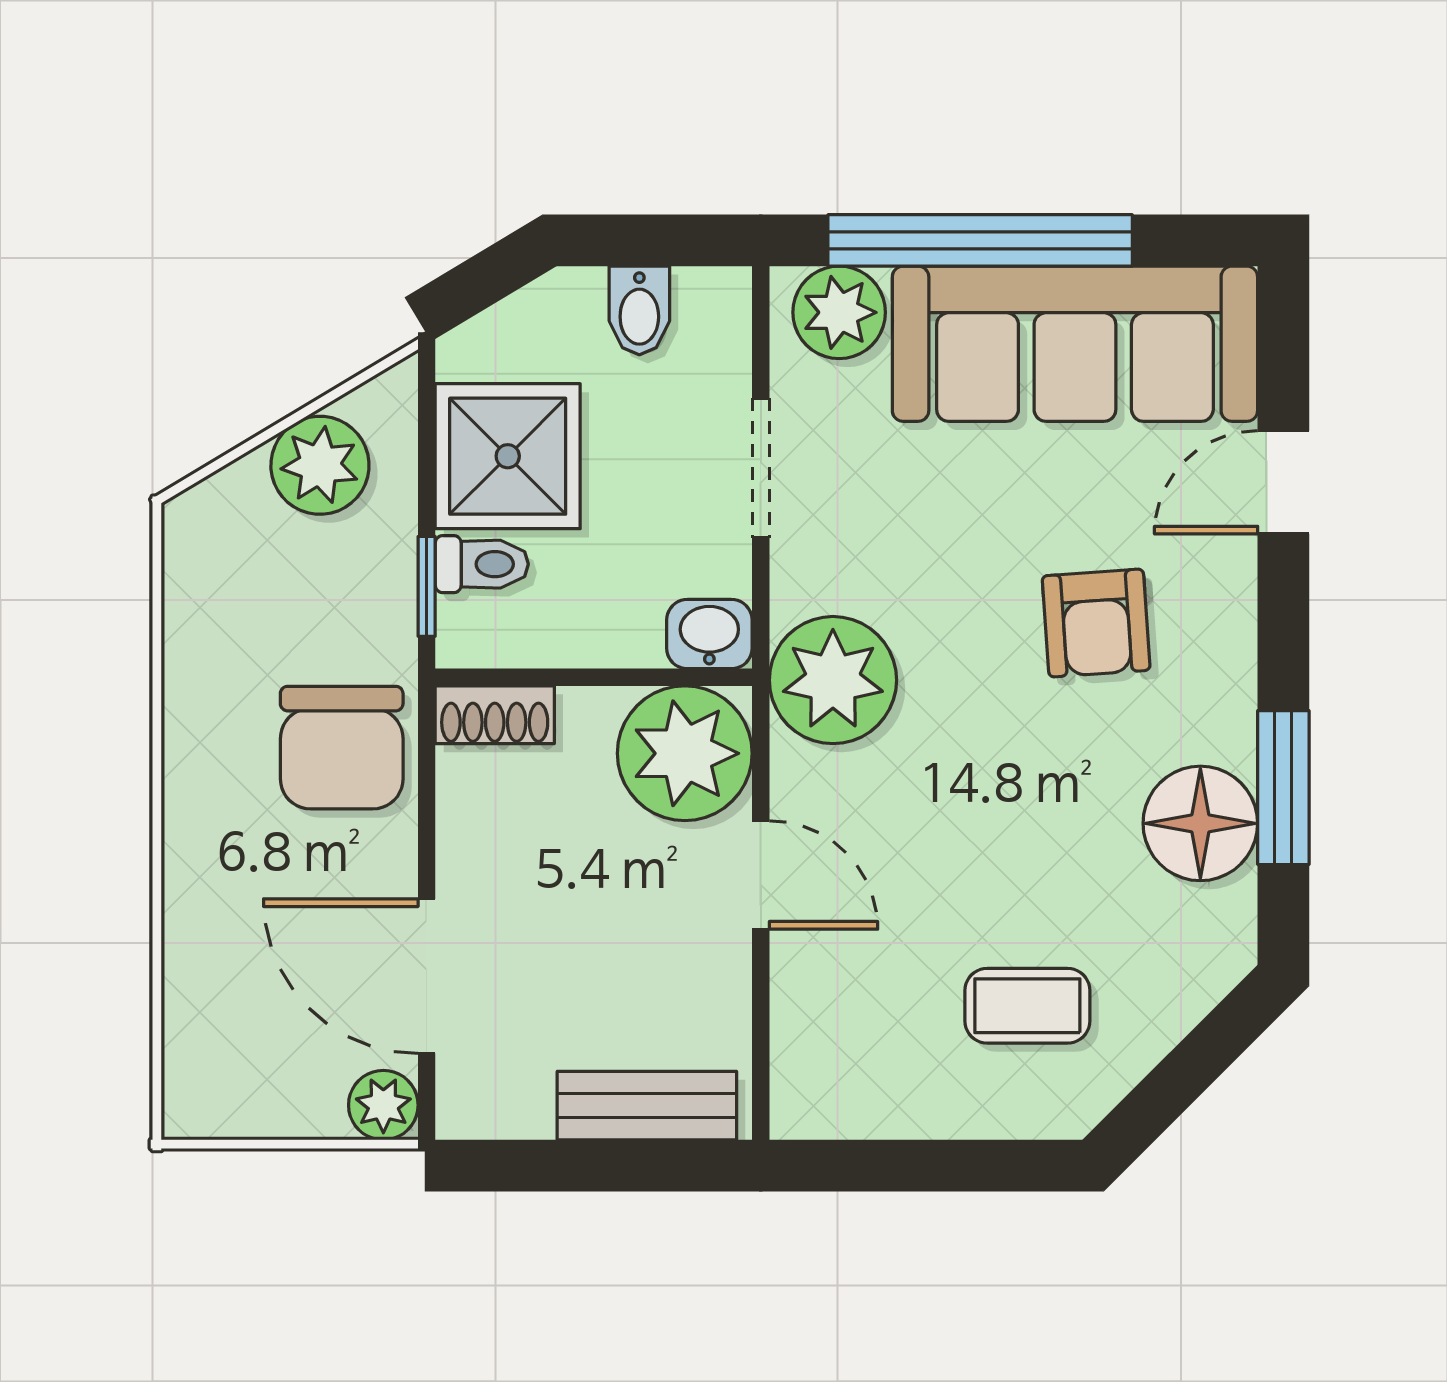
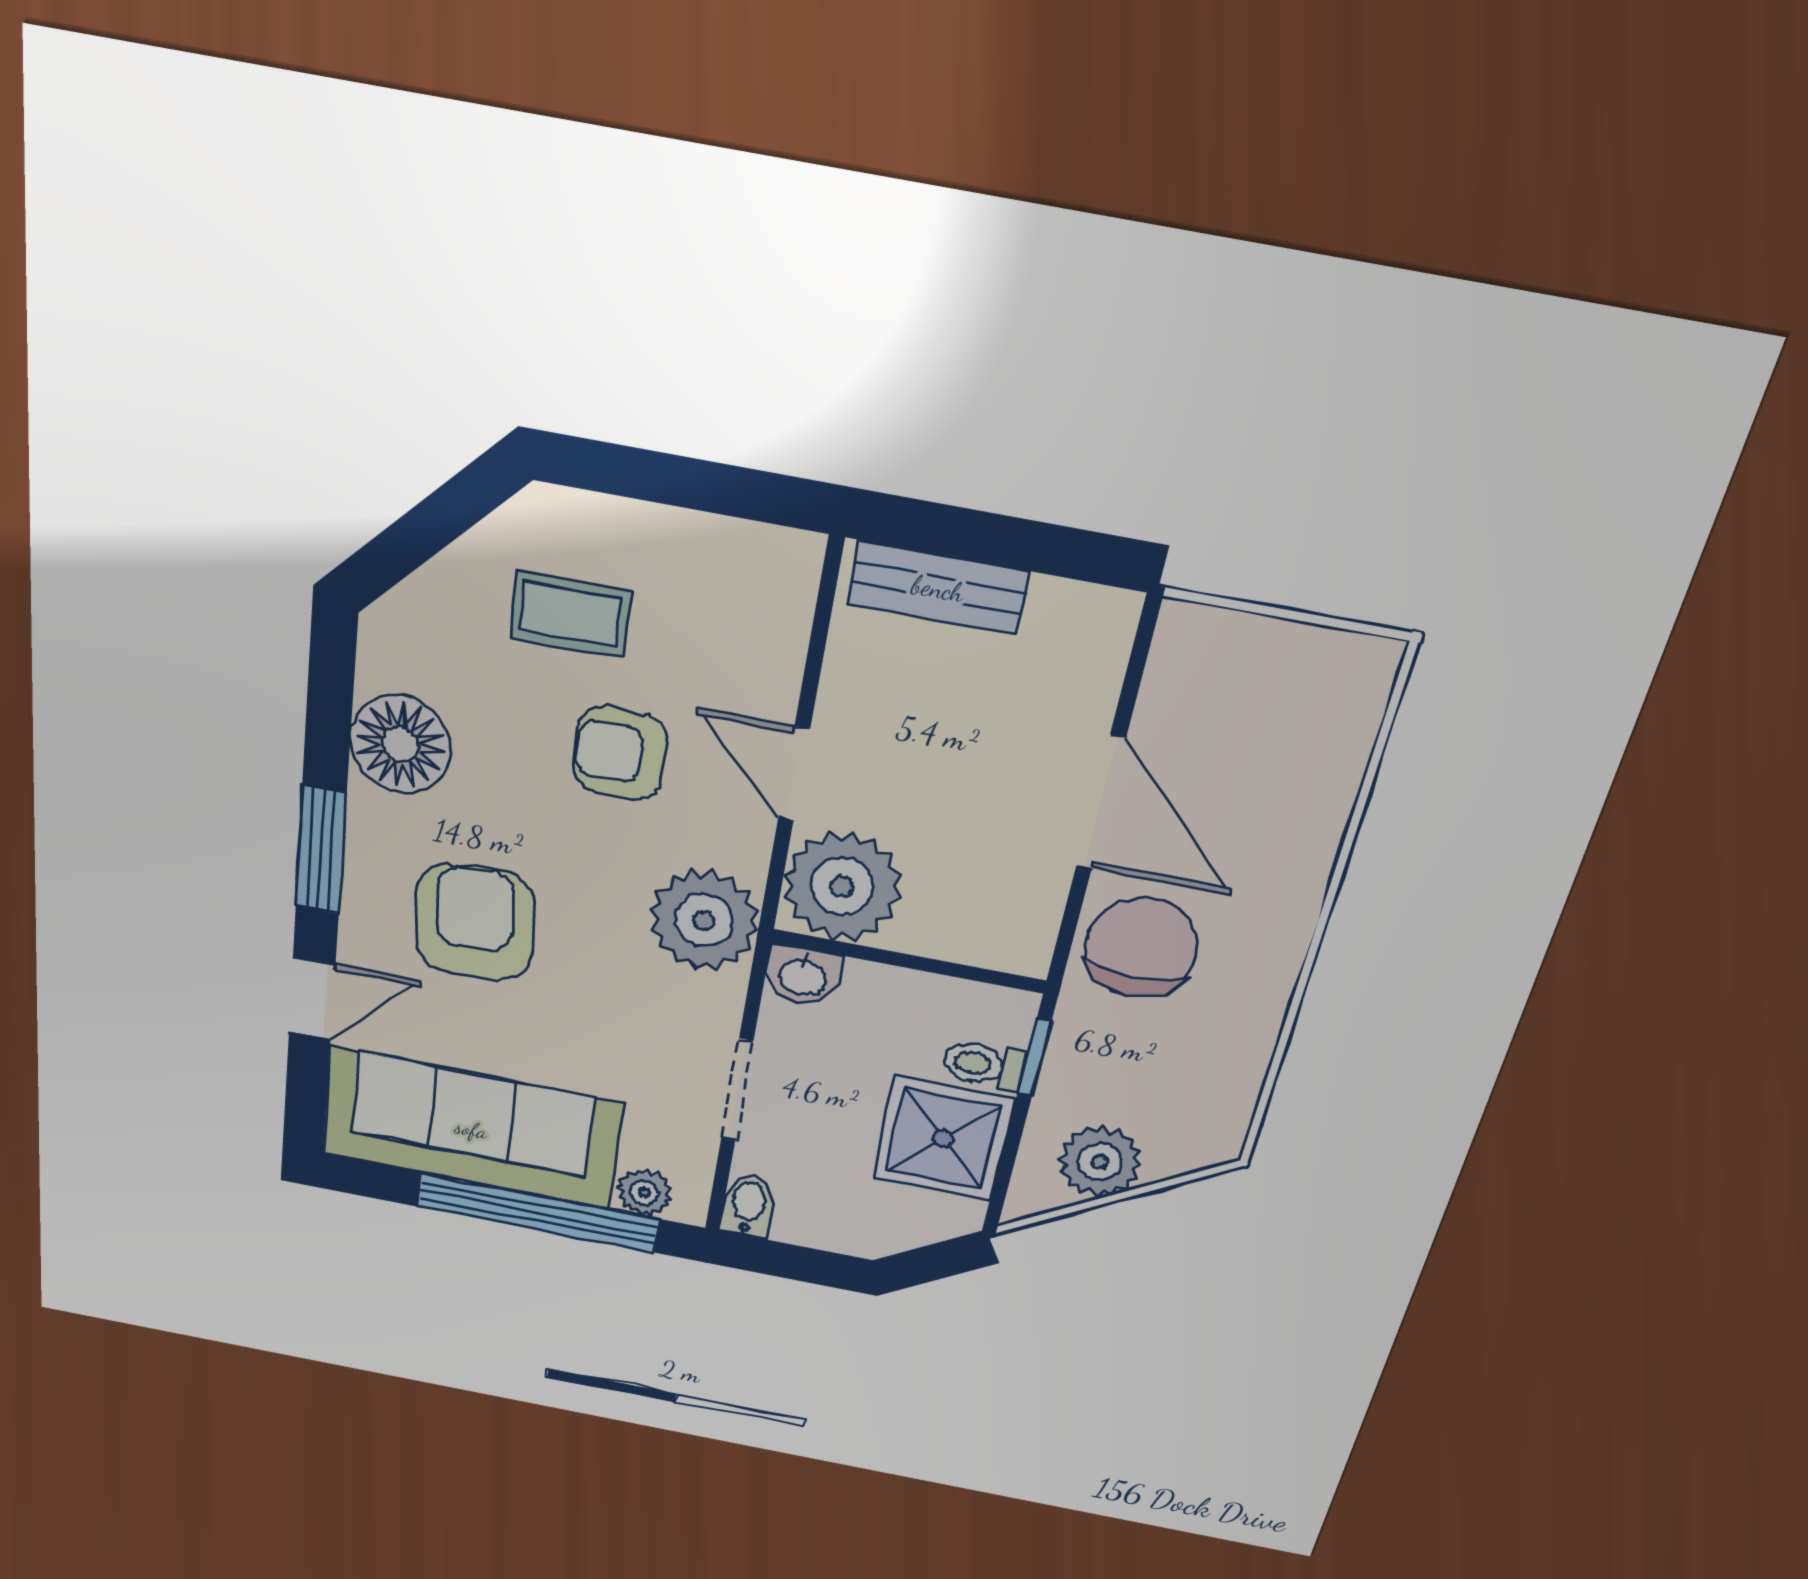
bidet: (639, 310) -> (748, 1205), moved
plant: (839, 312) -> (644, 1193), width x0.73, depth x0.73
armchair: (1096, 623) -> (475, 922), width x1.38, depth x1.38
shoe rack: (495, 715) -> (1001, 948), removed
window: (1283, 788) -> (321, 850), moved
armchair: (955, 861) -> (620, 753), added
door: (427, 976) -> (1101, 802), moved
plant: (383, 1105) -> (1188, 634), removed

